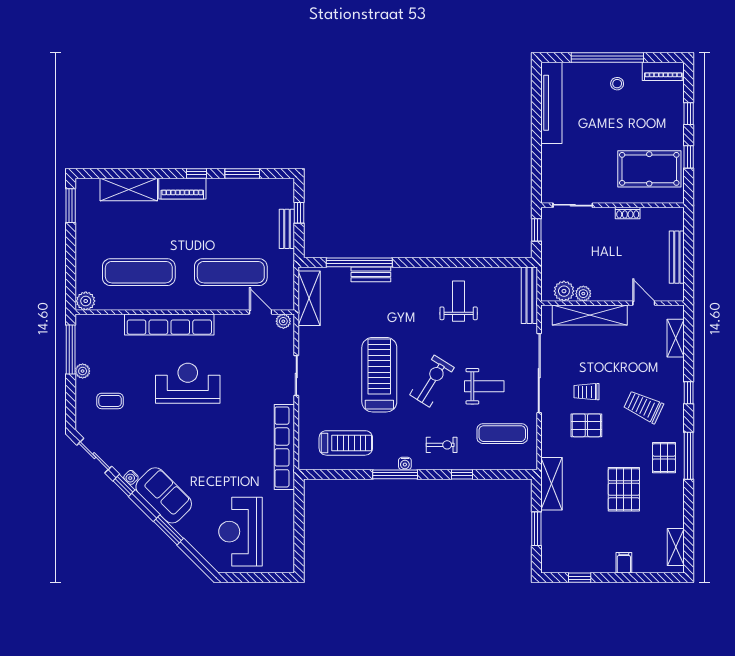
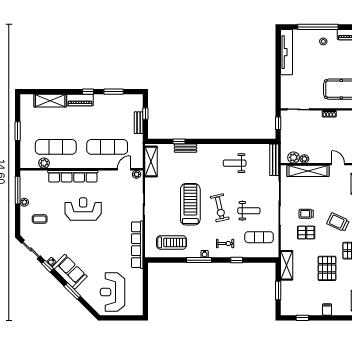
window: (71, 206) -> (18, 131), moved
window: (359, 262) -> (179, 141), width x0.32
plant: (86, 301) -> (44, 163), moved
weight bench: (459, 301) -> (235, 163), turned -90
door: (261, 312) -> (124, 169), hinge flipped
exercise bike: (432, 381) -> (220, 208), turned 135

